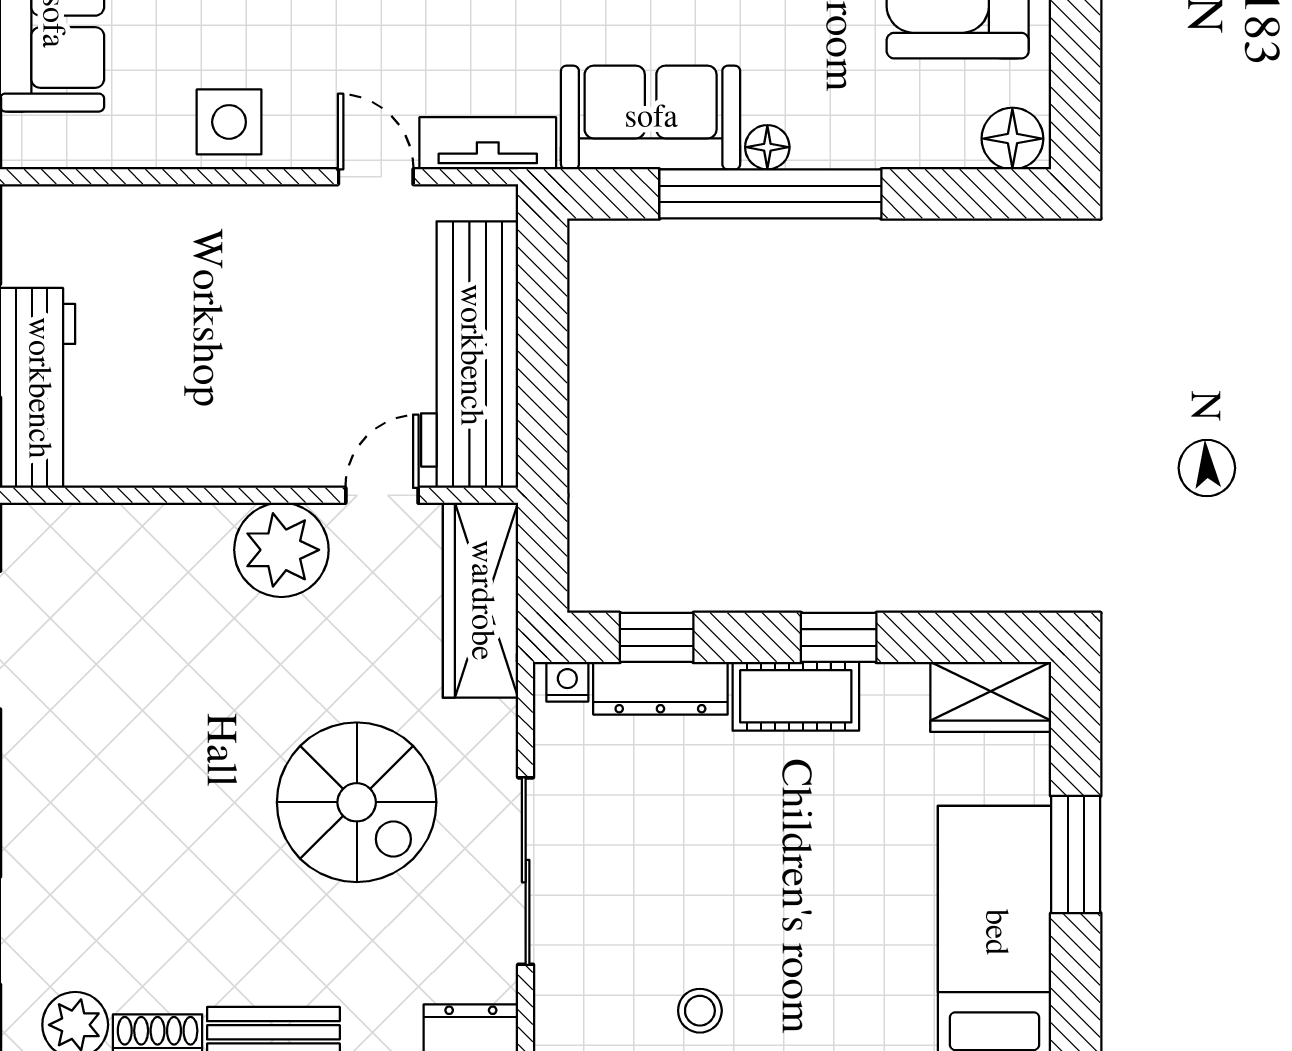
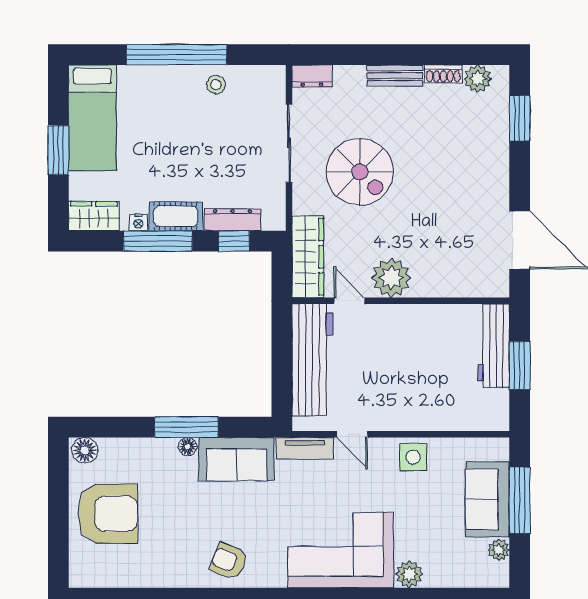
window: (770, 194) -> (186, 427), width x0.68
door: (382, 495) -> (349, 301), swing flipped
window: (839, 637) -> (158, 241), width x2.17
nightstand: (567, 682) -> (138, 223), moved
spiral stairs: (357, 802) -> (360, 172), turned 180

